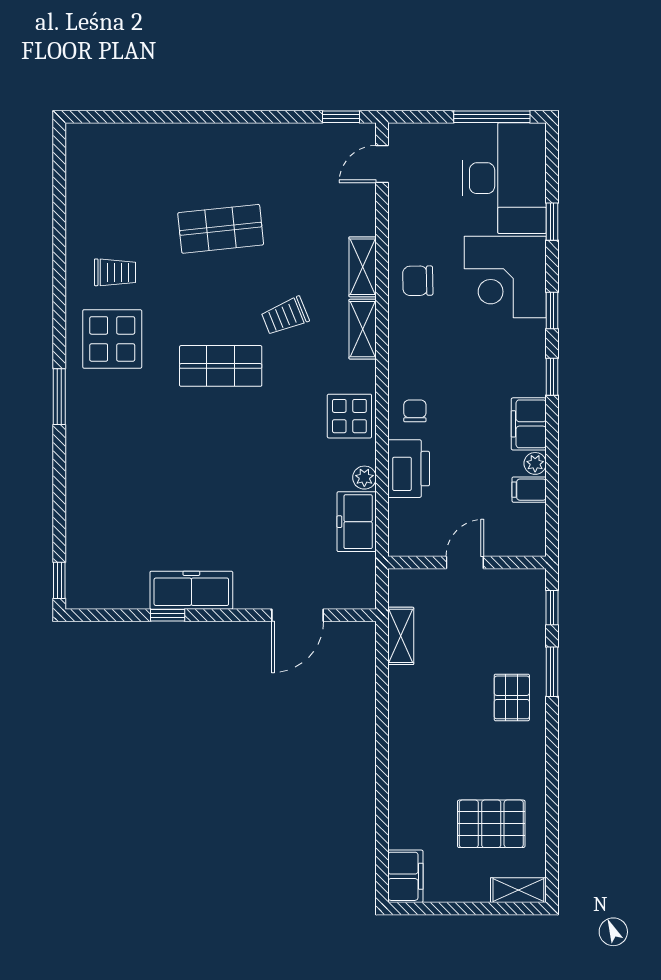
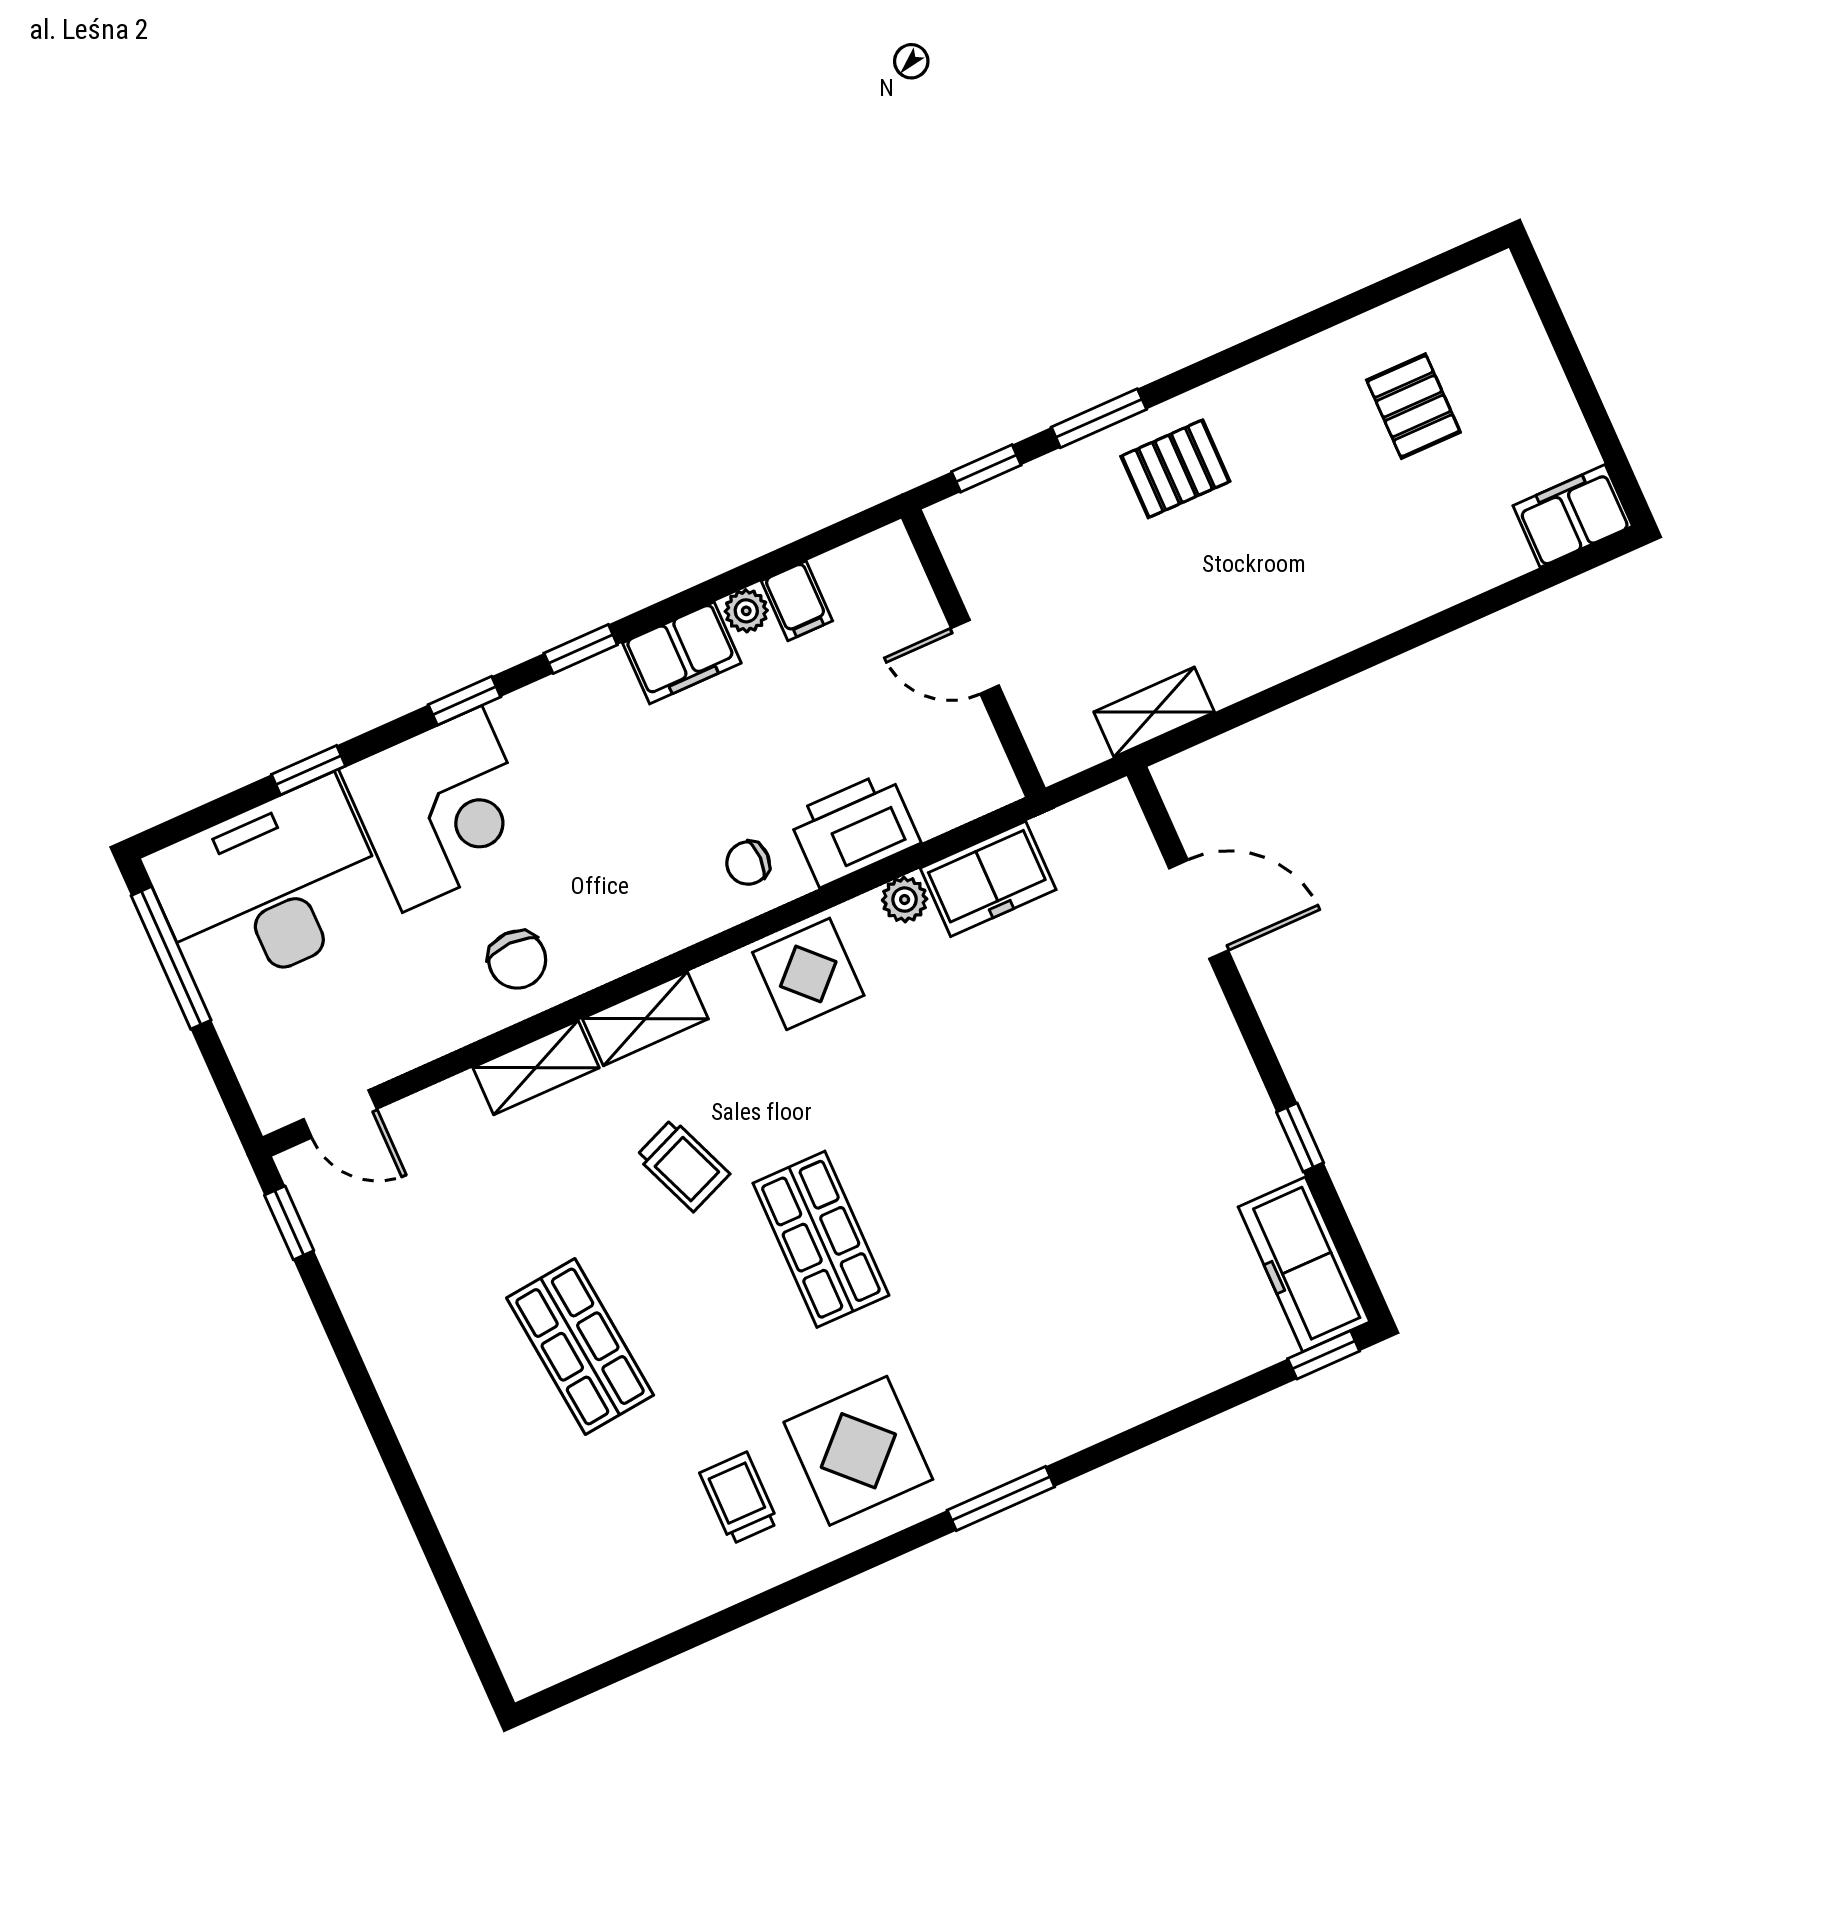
freezer: (191, 590) -> (1304, 1264), moved
pallet: (491, 824) -> (1413, 406), width x0.67, depth x0.71
shelving: (518, 890) -> (1509, 307), removed

